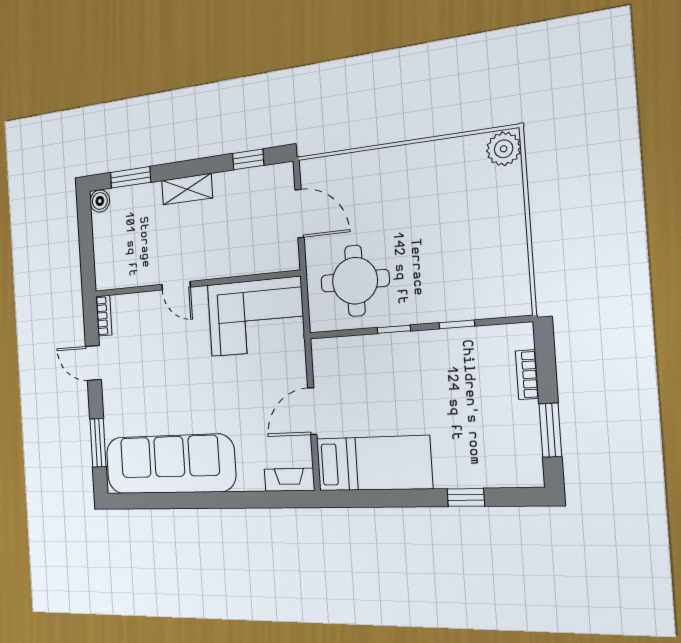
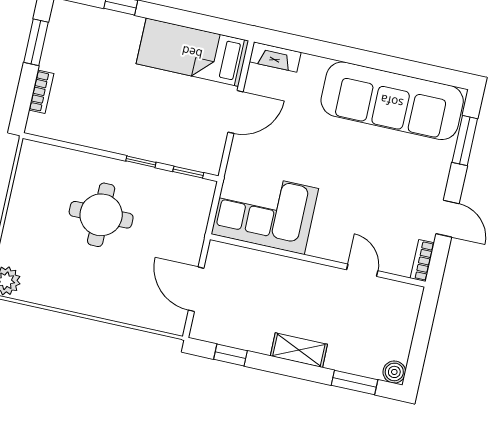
round table: (355, 281) -> (101, 215), moved
door: (176, 286) -> (362, 270), moved
window: (457, 324) -> (188, 172), moved

